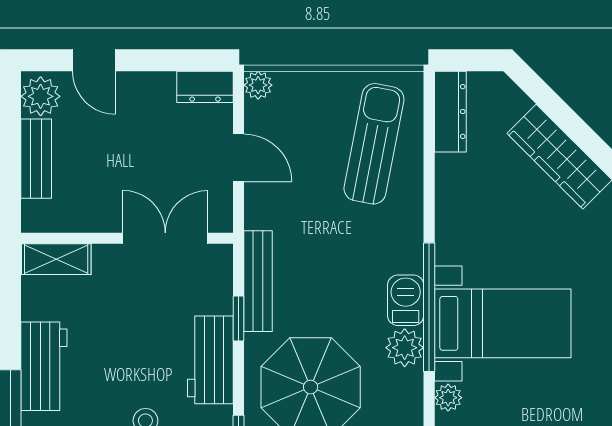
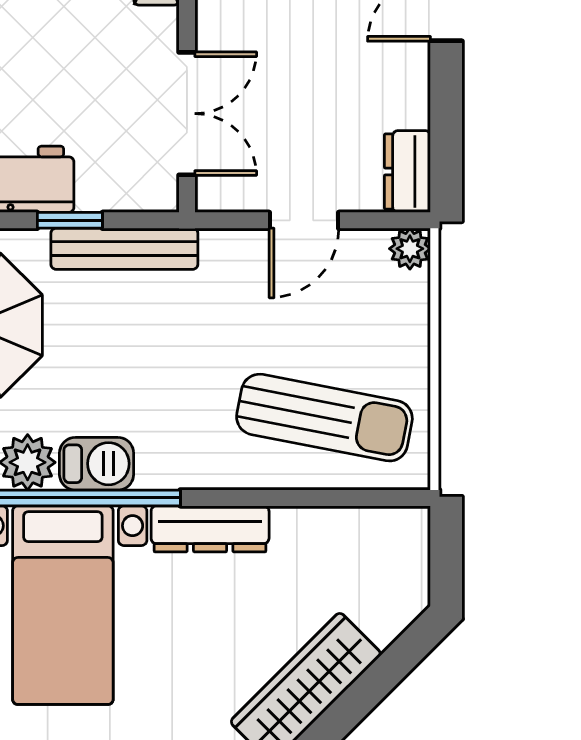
dresser: (450, 112) -> (210, 529), moved

